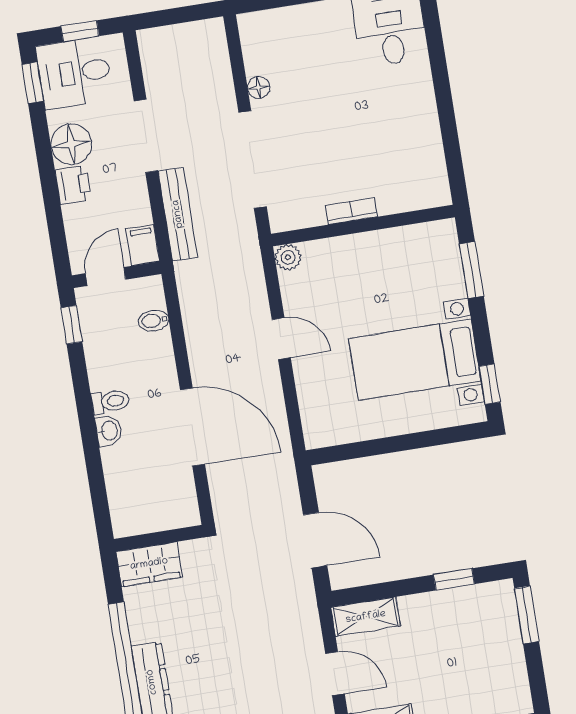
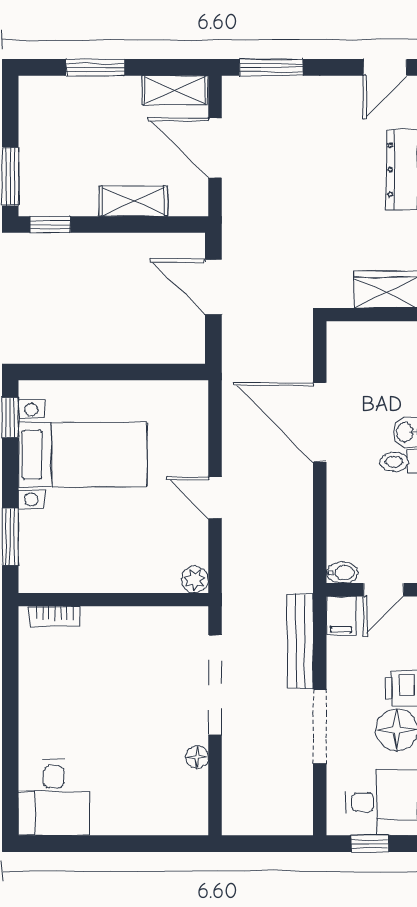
bookcase: (351, 211) -> (54, 616), moved
bidet: (154, 321) -> (342, 573), moved
window: (454, 579) -> (50, 225), moved
shelving: (366, 617) -> (133, 201), moved
door: (335, 674) -> (215, 148), width x1.38

